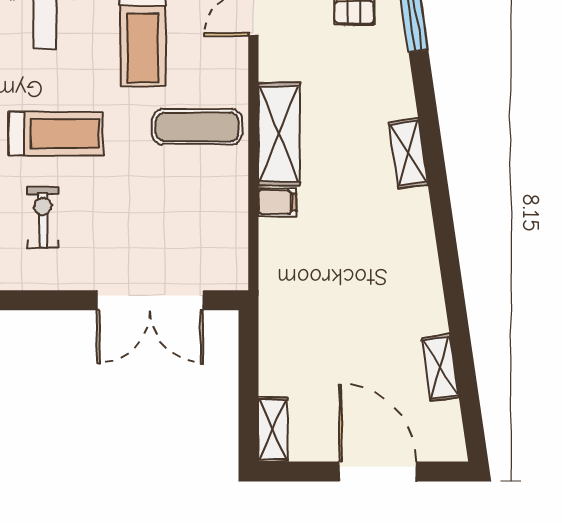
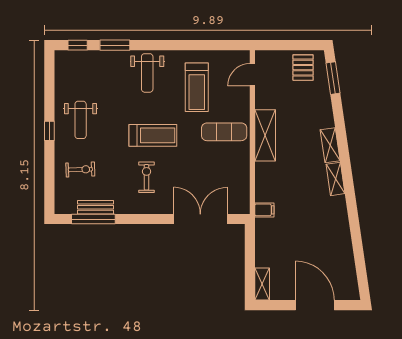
filing cabinet: (277, 202) -> (264, 210), moved
double door: (150, 300) -> (200, 219), swing flipped
shelving: (440, 367) -> (335, 179), moved

